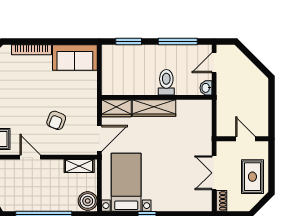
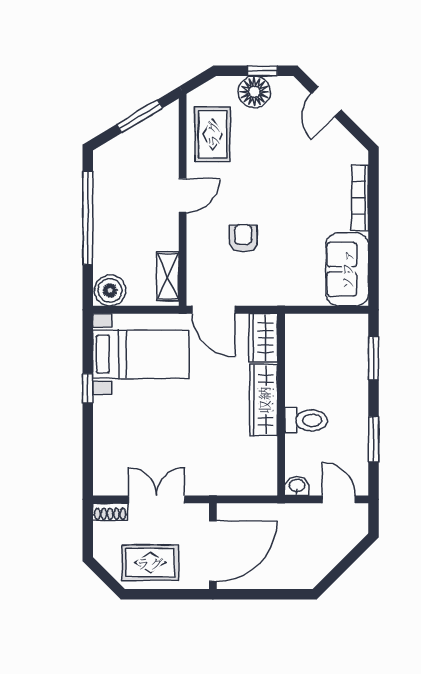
window: (178, 42) -> (373, 439), width x0.69
armchair: (56, 120) -> (243, 238), turned 69
door: (245, 139) -> (213, 551), width x1.88

